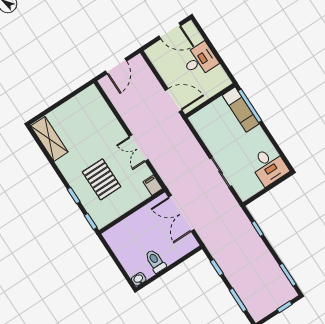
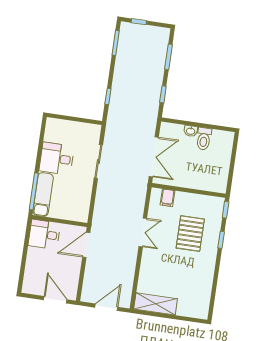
door: (170, 31) -> (55, 300), moved
desk: (200, 60) -> (44, 234), moved
door: (174, 100) -> (86, 245), hinge flipped
shelving: (49, 139) -> (156, 304), moved, turned 90
desk: (269, 166) -> (57, 159), moved, turned -90
filing cabinet: (153, 185) -> (168, 198), moved
washbasin: (139, 279) -> (191, 131), moved

